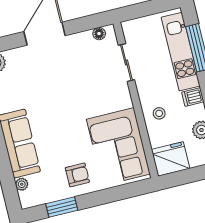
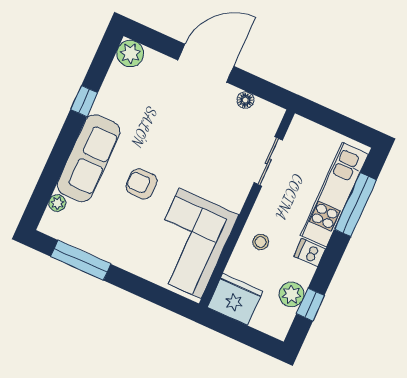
floor lamp: (99, 34) -> (245, 100), moved
armchair: (77, 175) -> (142, 184), moved, turned 180
window: (62, 207) -> (81, 260), width x1.44

